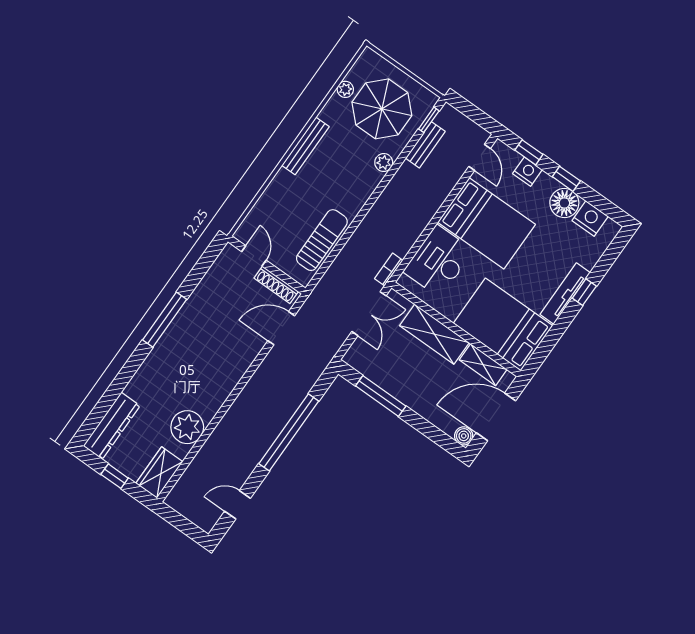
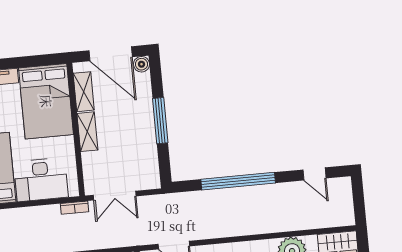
double door: (369, 314) -> (115, 196), swing flipped
shelving: (434, 334) -> (87, 132), width x0.67, depth x0.75
window: (381, 396) -> (160, 121), moved

